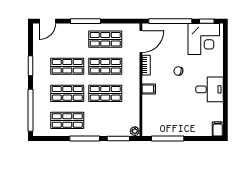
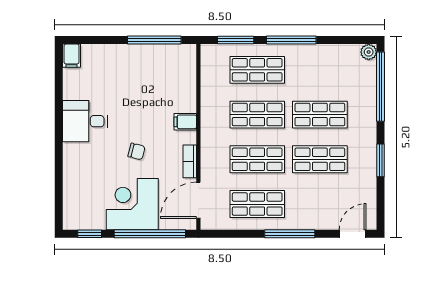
corner desk: (204, 39) -> (132, 204), moved
shop shelf: (67, 120) -> (257, 70), moved
plant: (135, 131) -> (369, 52), moved

